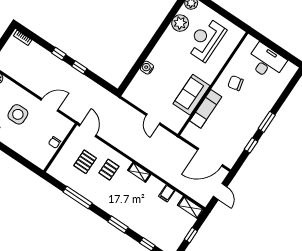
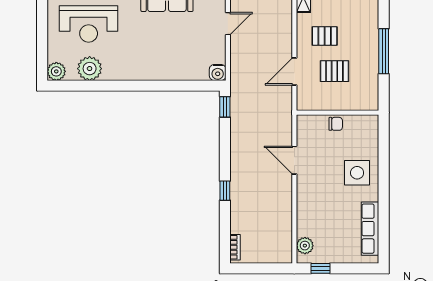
window: (79, 67) -> (225, 107), moved
water cooler: (147, 68) -> (218, 72), moved
side table: (18, 114) -> (357, 173), moved
door: (88, 130) -> (294, 71), moved

